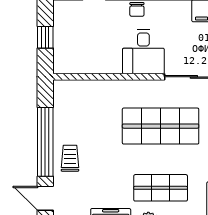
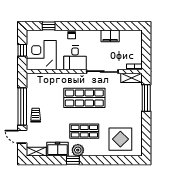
corner desk: (80, 46) -> (41, 55), added

